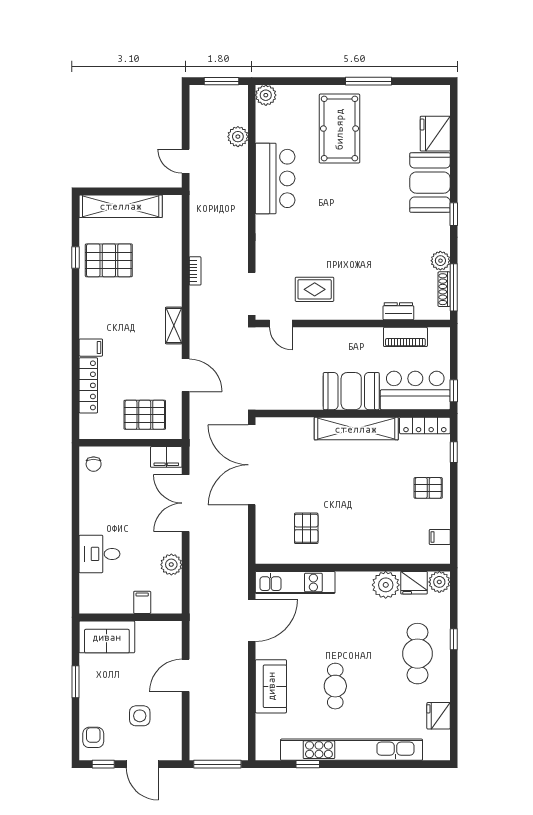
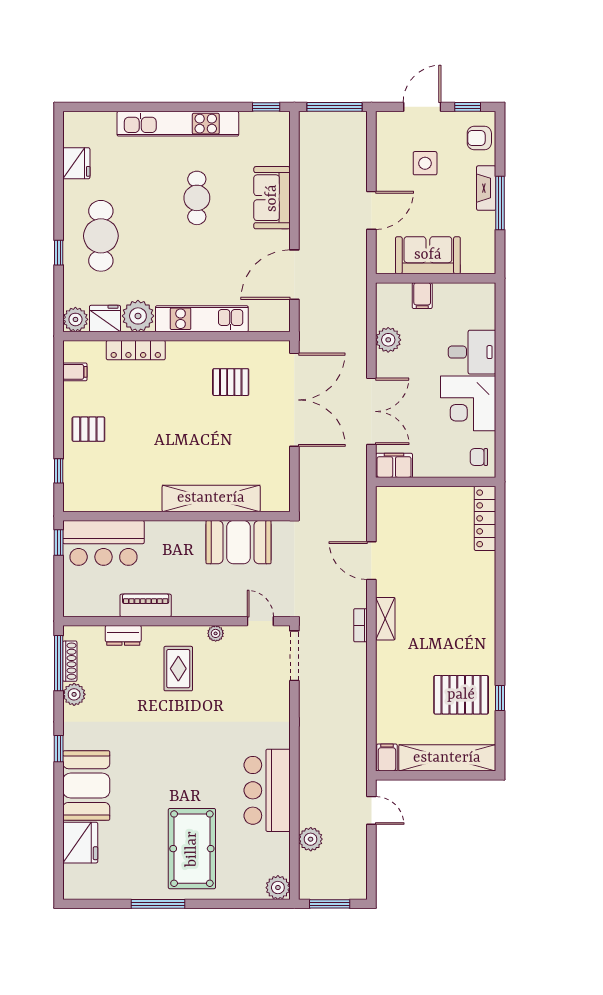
bookcase: (195, 271) -> (360, 625), moved
rug: (315, 289) -> (178, 669), moved, turned 90
plant: (319, 313) -> (216, 633), added
piano: (405, 337) -> (146, 605), moved
filing cabinet: (91, 348) -> (387, 757), moved, turned 90
locker: (88, 385) -> (485, 518), moved
booth: (351, 391) -> (239, 542), moved
pallet: (145, 415) -> (419, 515), removed
locker: (425, 425) -> (136, 350), moved, turned 180
shelving: (356, 429) -> (211, 498), moved
chair: (94, 464) -> (479, 457), turned -90
double door: (252, 465) -> (294, 400), moved
corner desk: (103, 510) -> (468, 403), added
pallet: (306, 528) -> (231, 382), turned 90
kitchen unit: (295, 583) -> (202, 319), moved
sofa: (107, 637) -> (428, 255), moved
window: (75, 682) -> (500, 203), width x1.44
fireplace: (87, 695) -> (486, 188), added
armchair: (93, 737) -> (479, 138), turned 90
kitchen unit: (352, 750) -> (178, 124), width x0.73
door: (142, 764) -> (422, 107), hinge flipped
window: (308, 764) -> (266, 107), moved

